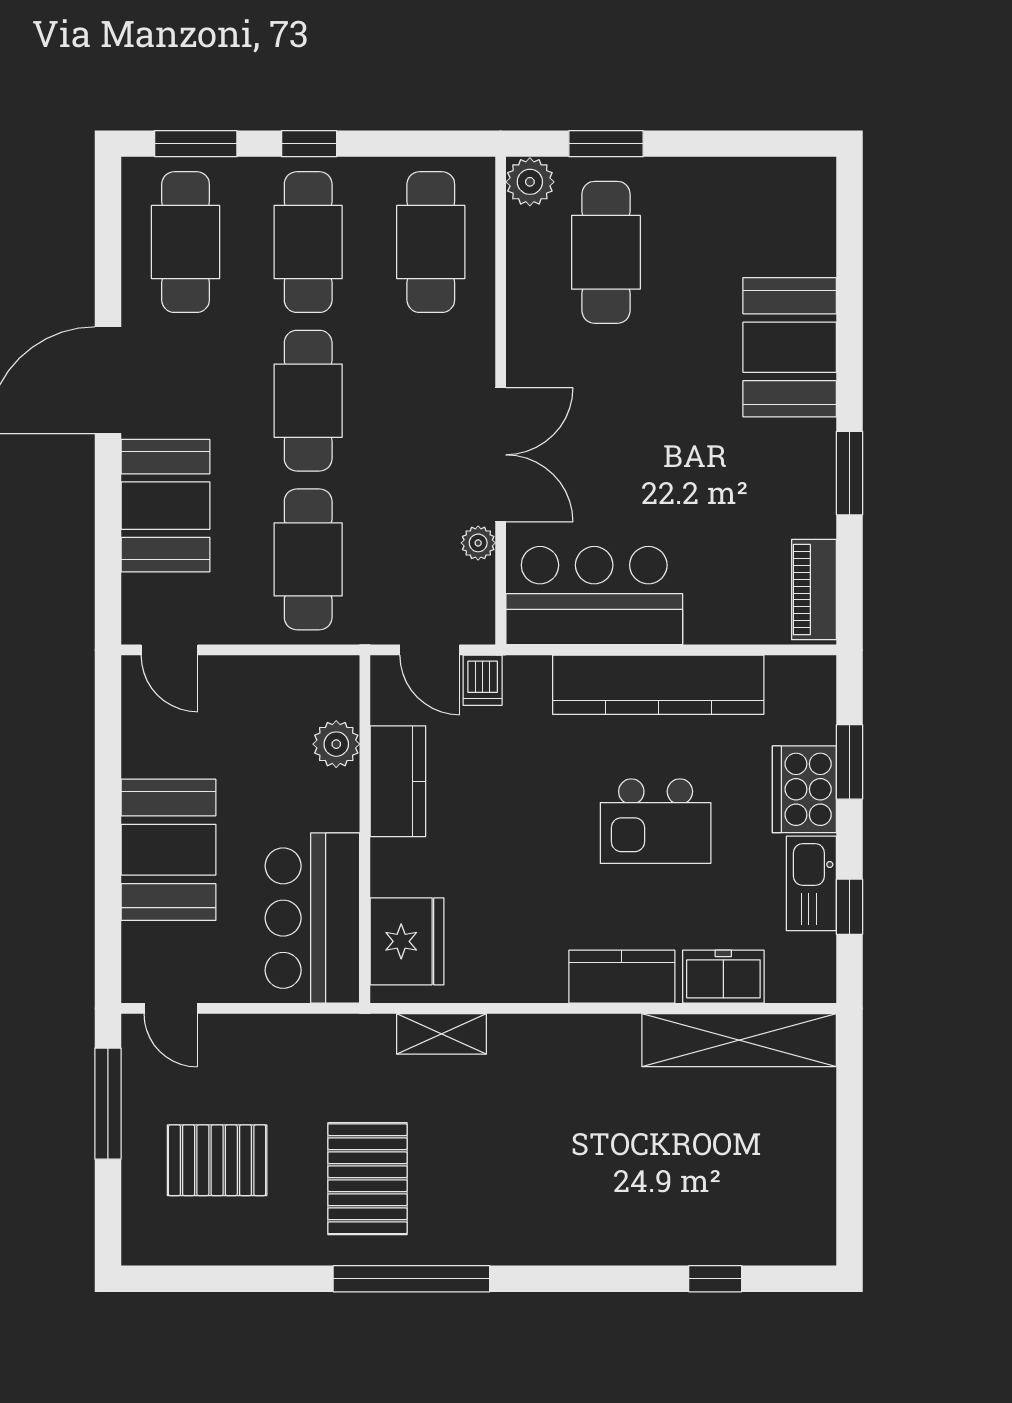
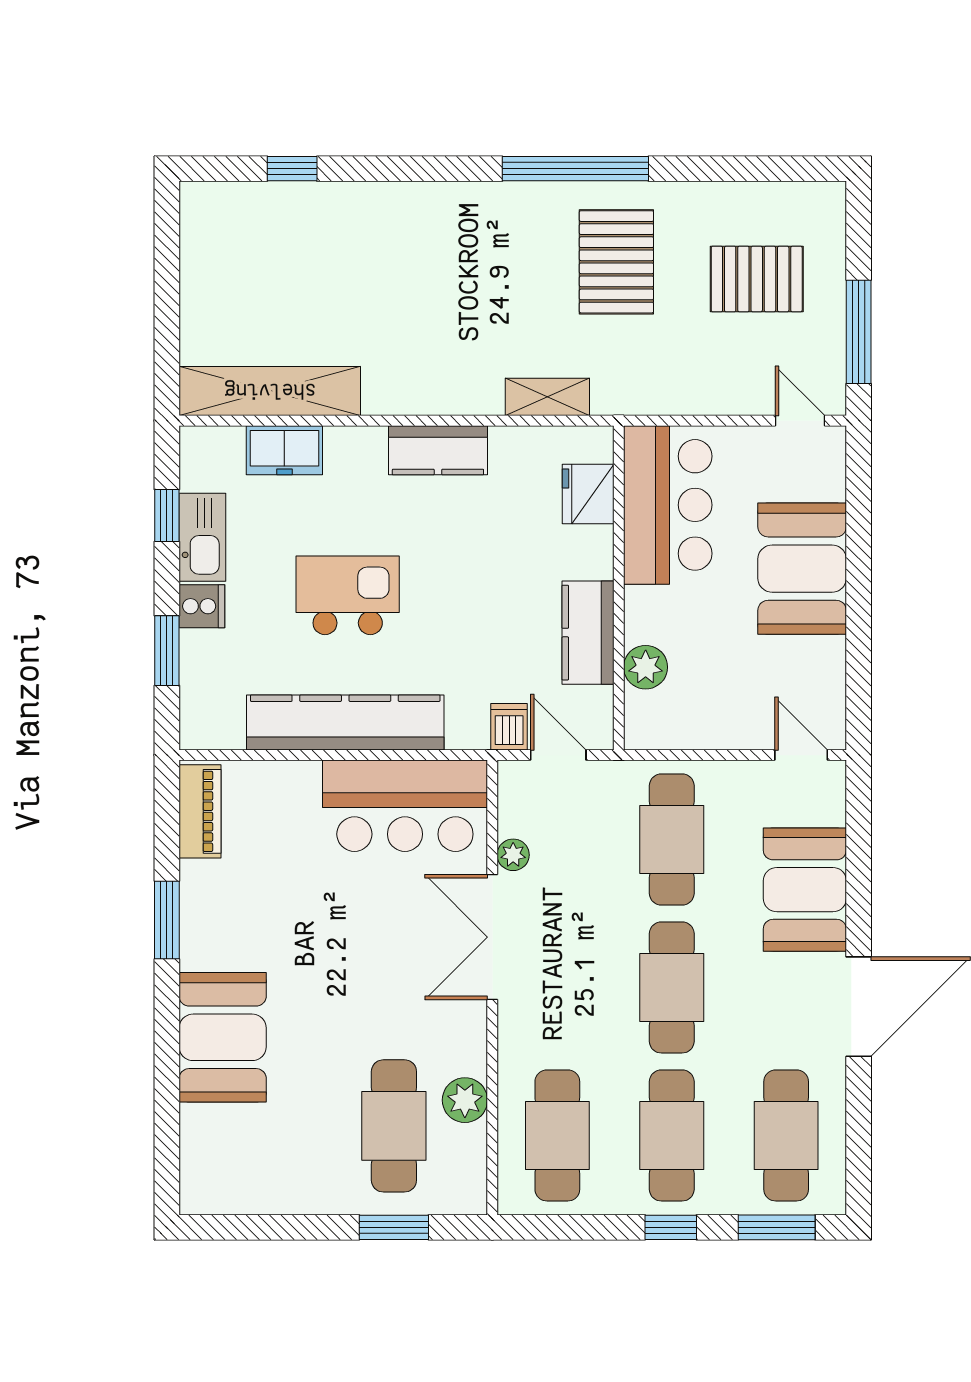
plant: (530, 182) -> (465, 1100), moved
cooker: (804, 789) -> (202, 606), width x0.53, depth x0.76
fridge: (407, 941) -> (588, 494), width x0.73, depth x0.75
kitchen counter: (622, 977) -> (438, 450), moved

